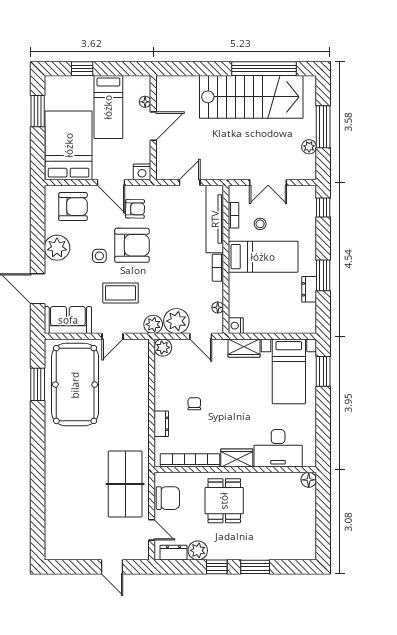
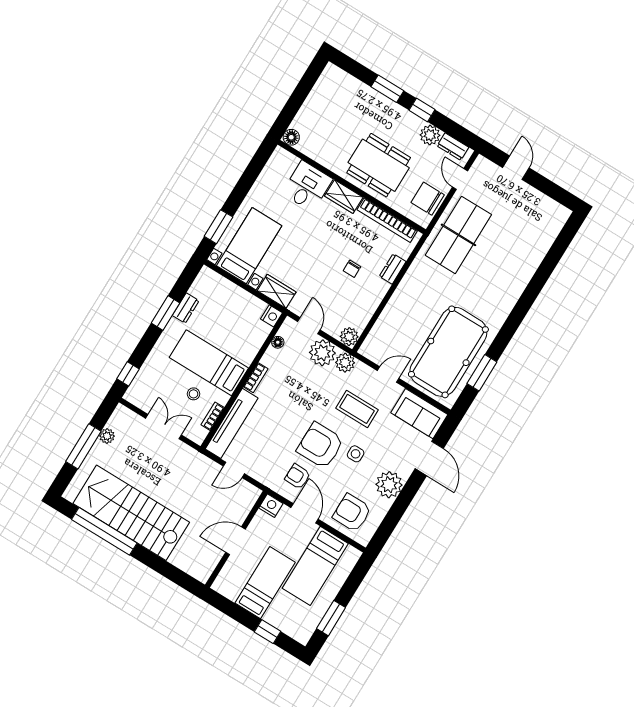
floor lamp: (145, 102) -> (229, 567), removed
bed: (69, 145) -> (315, 566), width x0.67
desk: (278, 448) -> (307, 186), width x0.73
dining table: (224, 501) -> (379, 165), width x1.38

